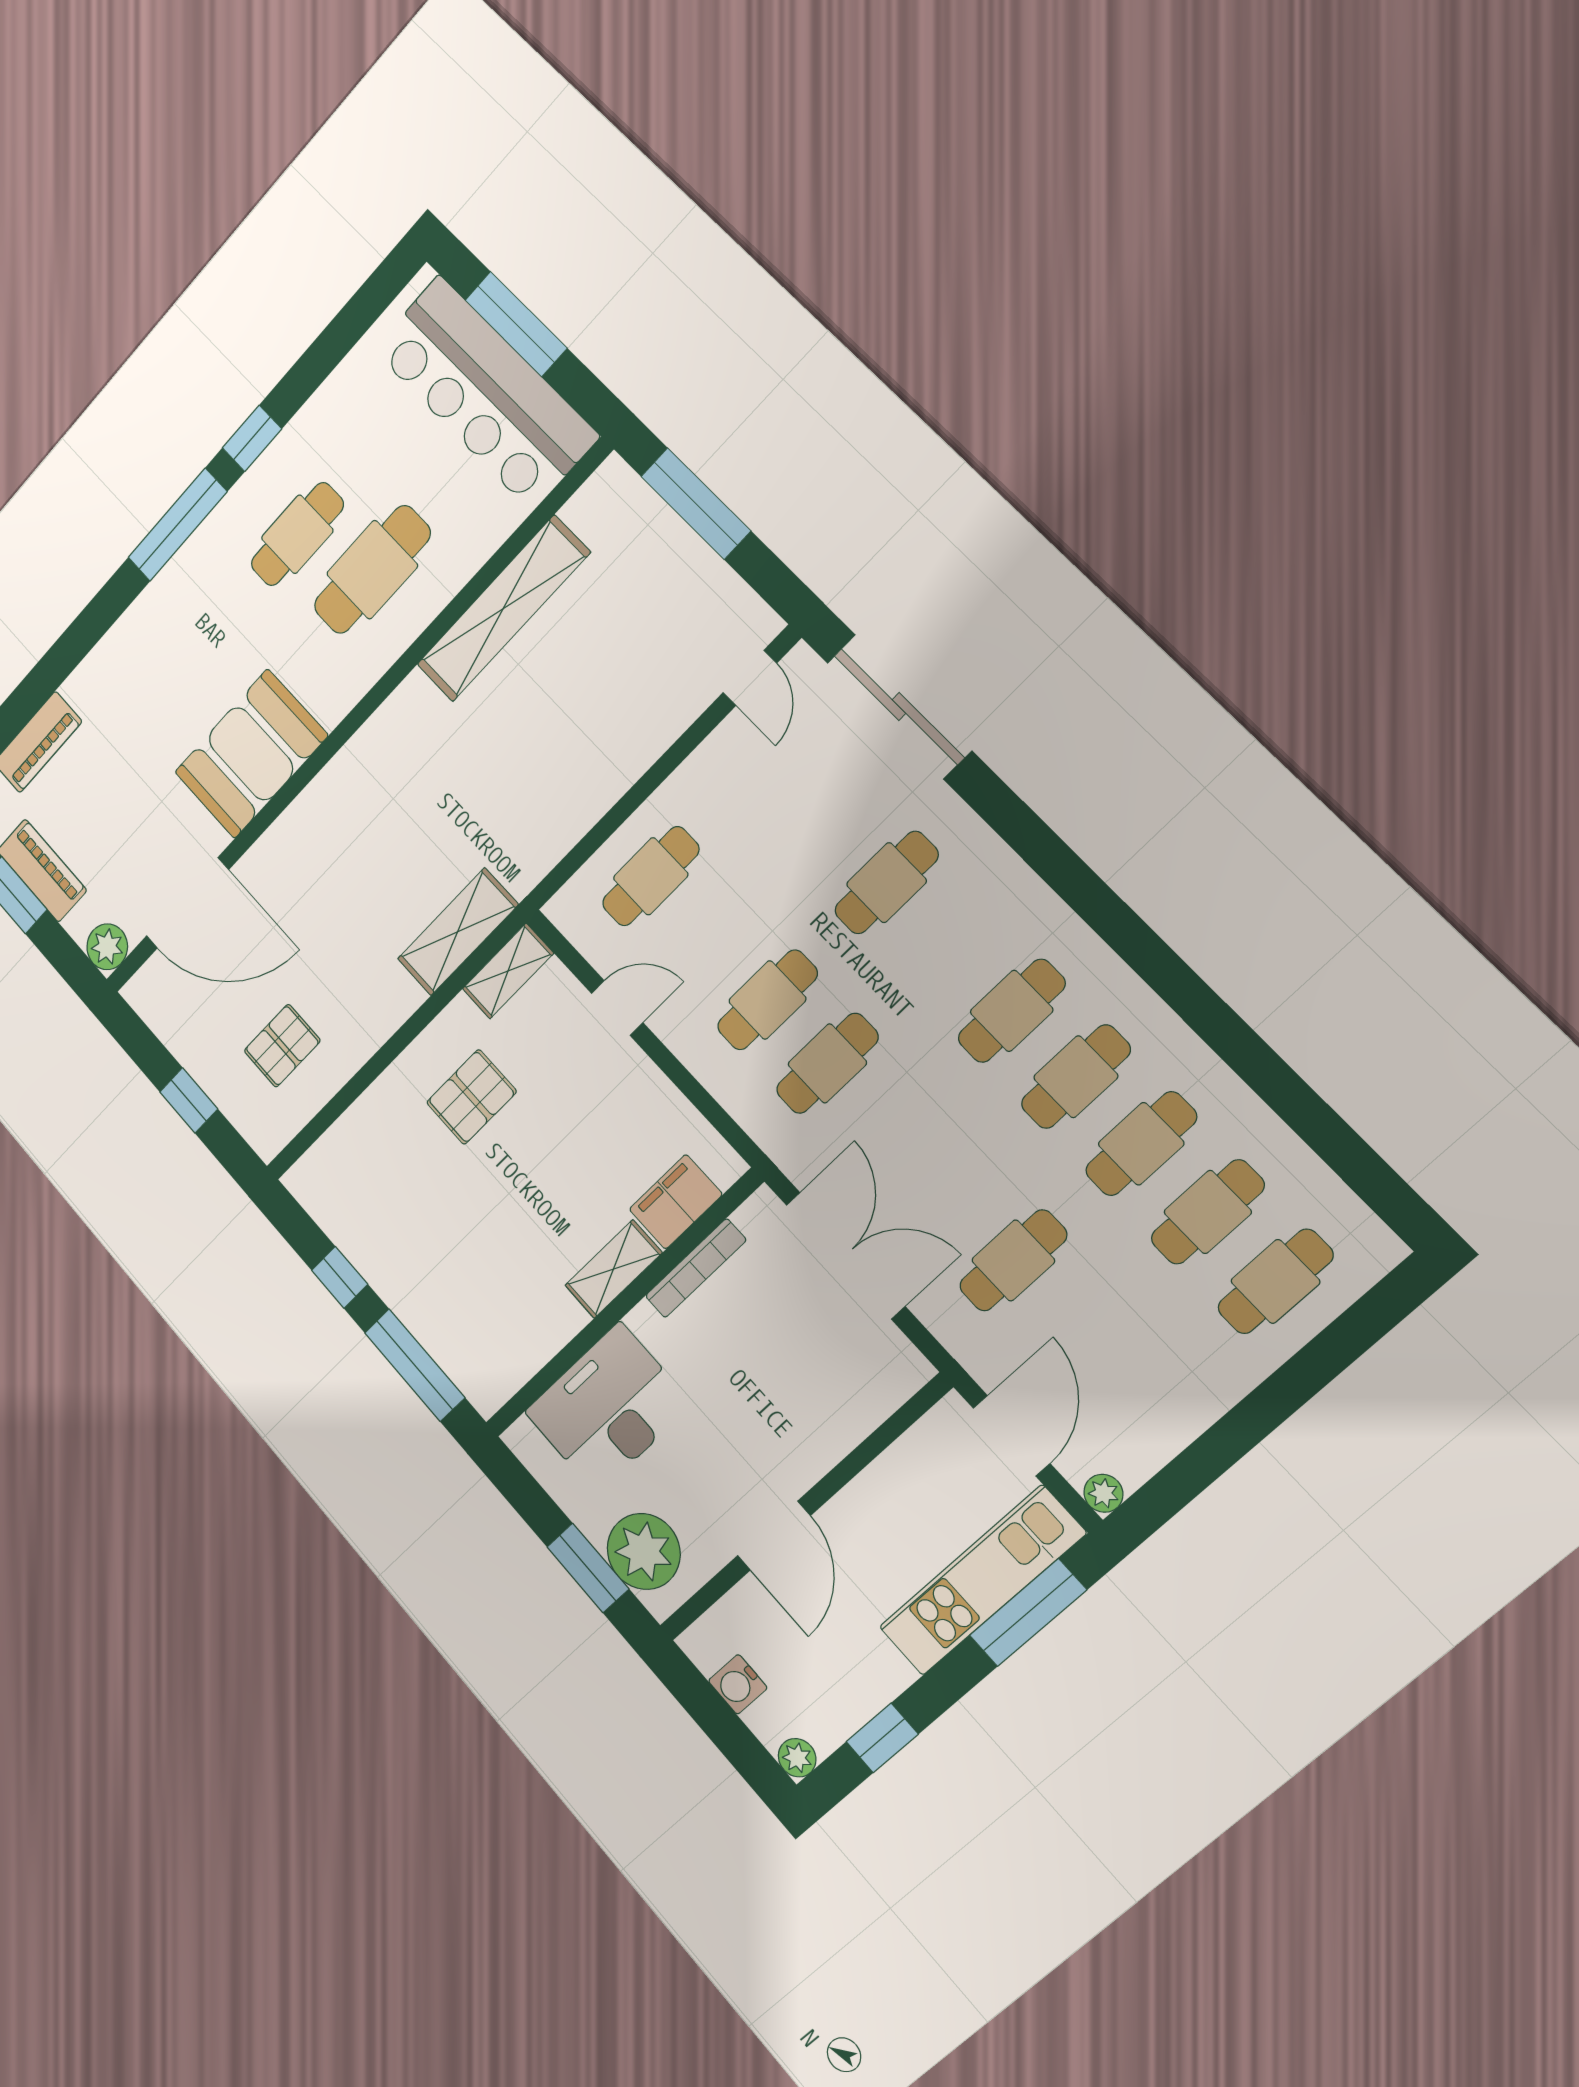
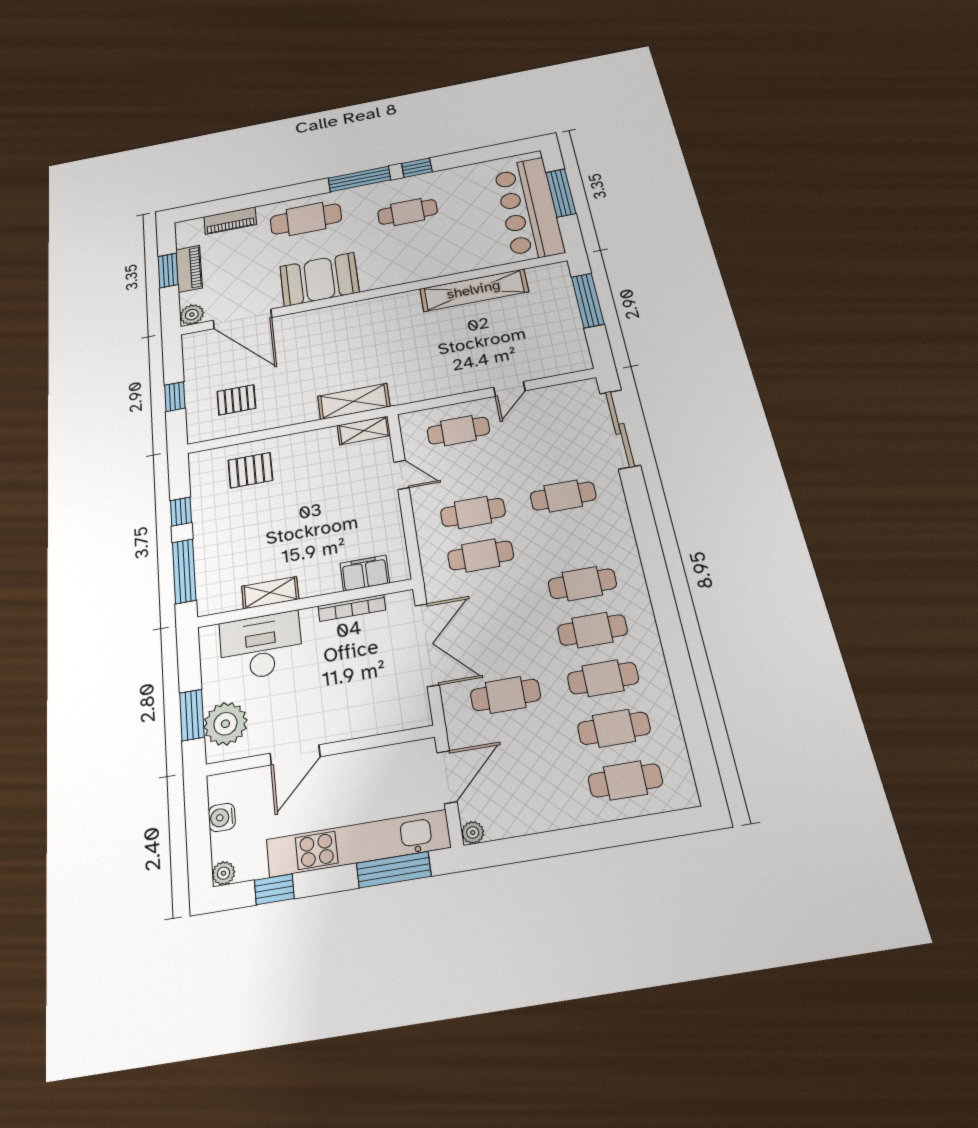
cafe table: (372, 570) -> (306, 219), moved
door: (750, 678) -> (509, 389), moved
pallet: (471, 1097) -> (250, 470), moved
shelving: (613, 1269) -> (270, 593), moved
kitchen unit: (982, 1581) -> (358, 843), width x1.36

